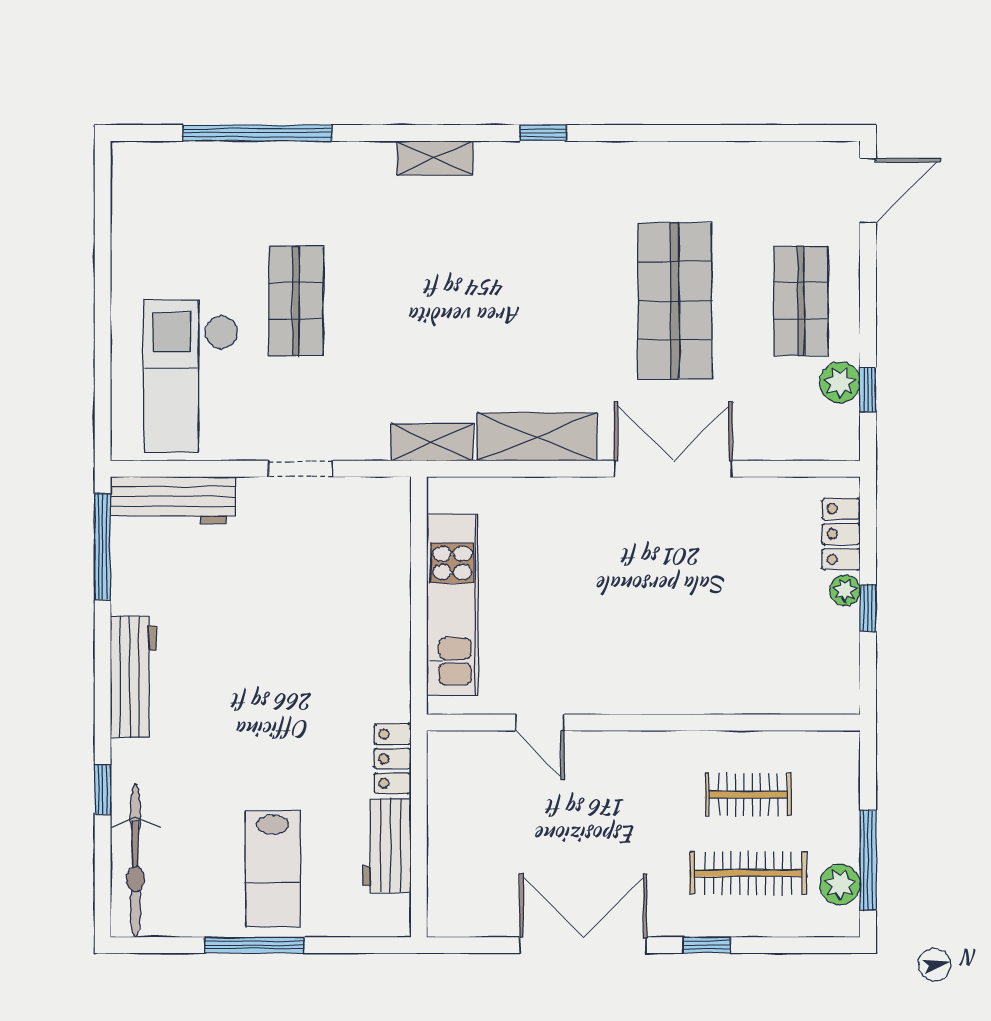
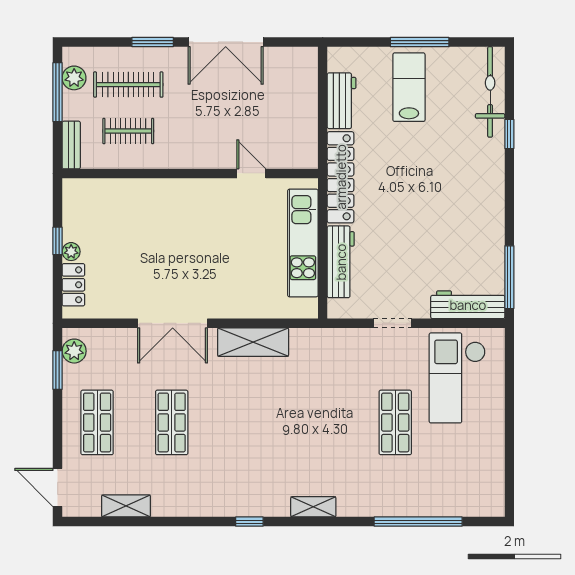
door: (868, 191) -> (58, 487), hinge flipped
shop shelf: (675, 301) -> (172, 422), width x0.70, depth x0.74
checkout: (191, 376) -> (457, 378), turned 180
plant: (840, 382) -> (74, 351), moved
window: (868, 390) -> (58, 370), width x1.50
shelving: (432, 442) -> (126, 506), moved
workbench: (133, 677) -> (341, 262), moved, turned 180
locker: (393, 759) -> (341, 177), width x2.16, depth x1.21
bench: (845, 771) -> (71, 145), added
window: (707, 945) -> (153, 42), width x1.50

